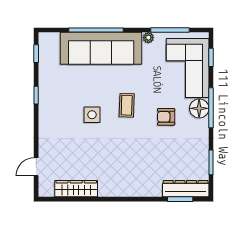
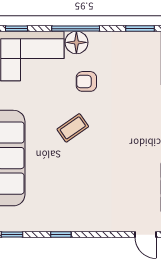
coffee table: (127, 105) -> (73, 128), turned -37
side table: (92, 115) -> (84, 169), removed
armchair: (166, 117) -> (86, 81), turned 90

